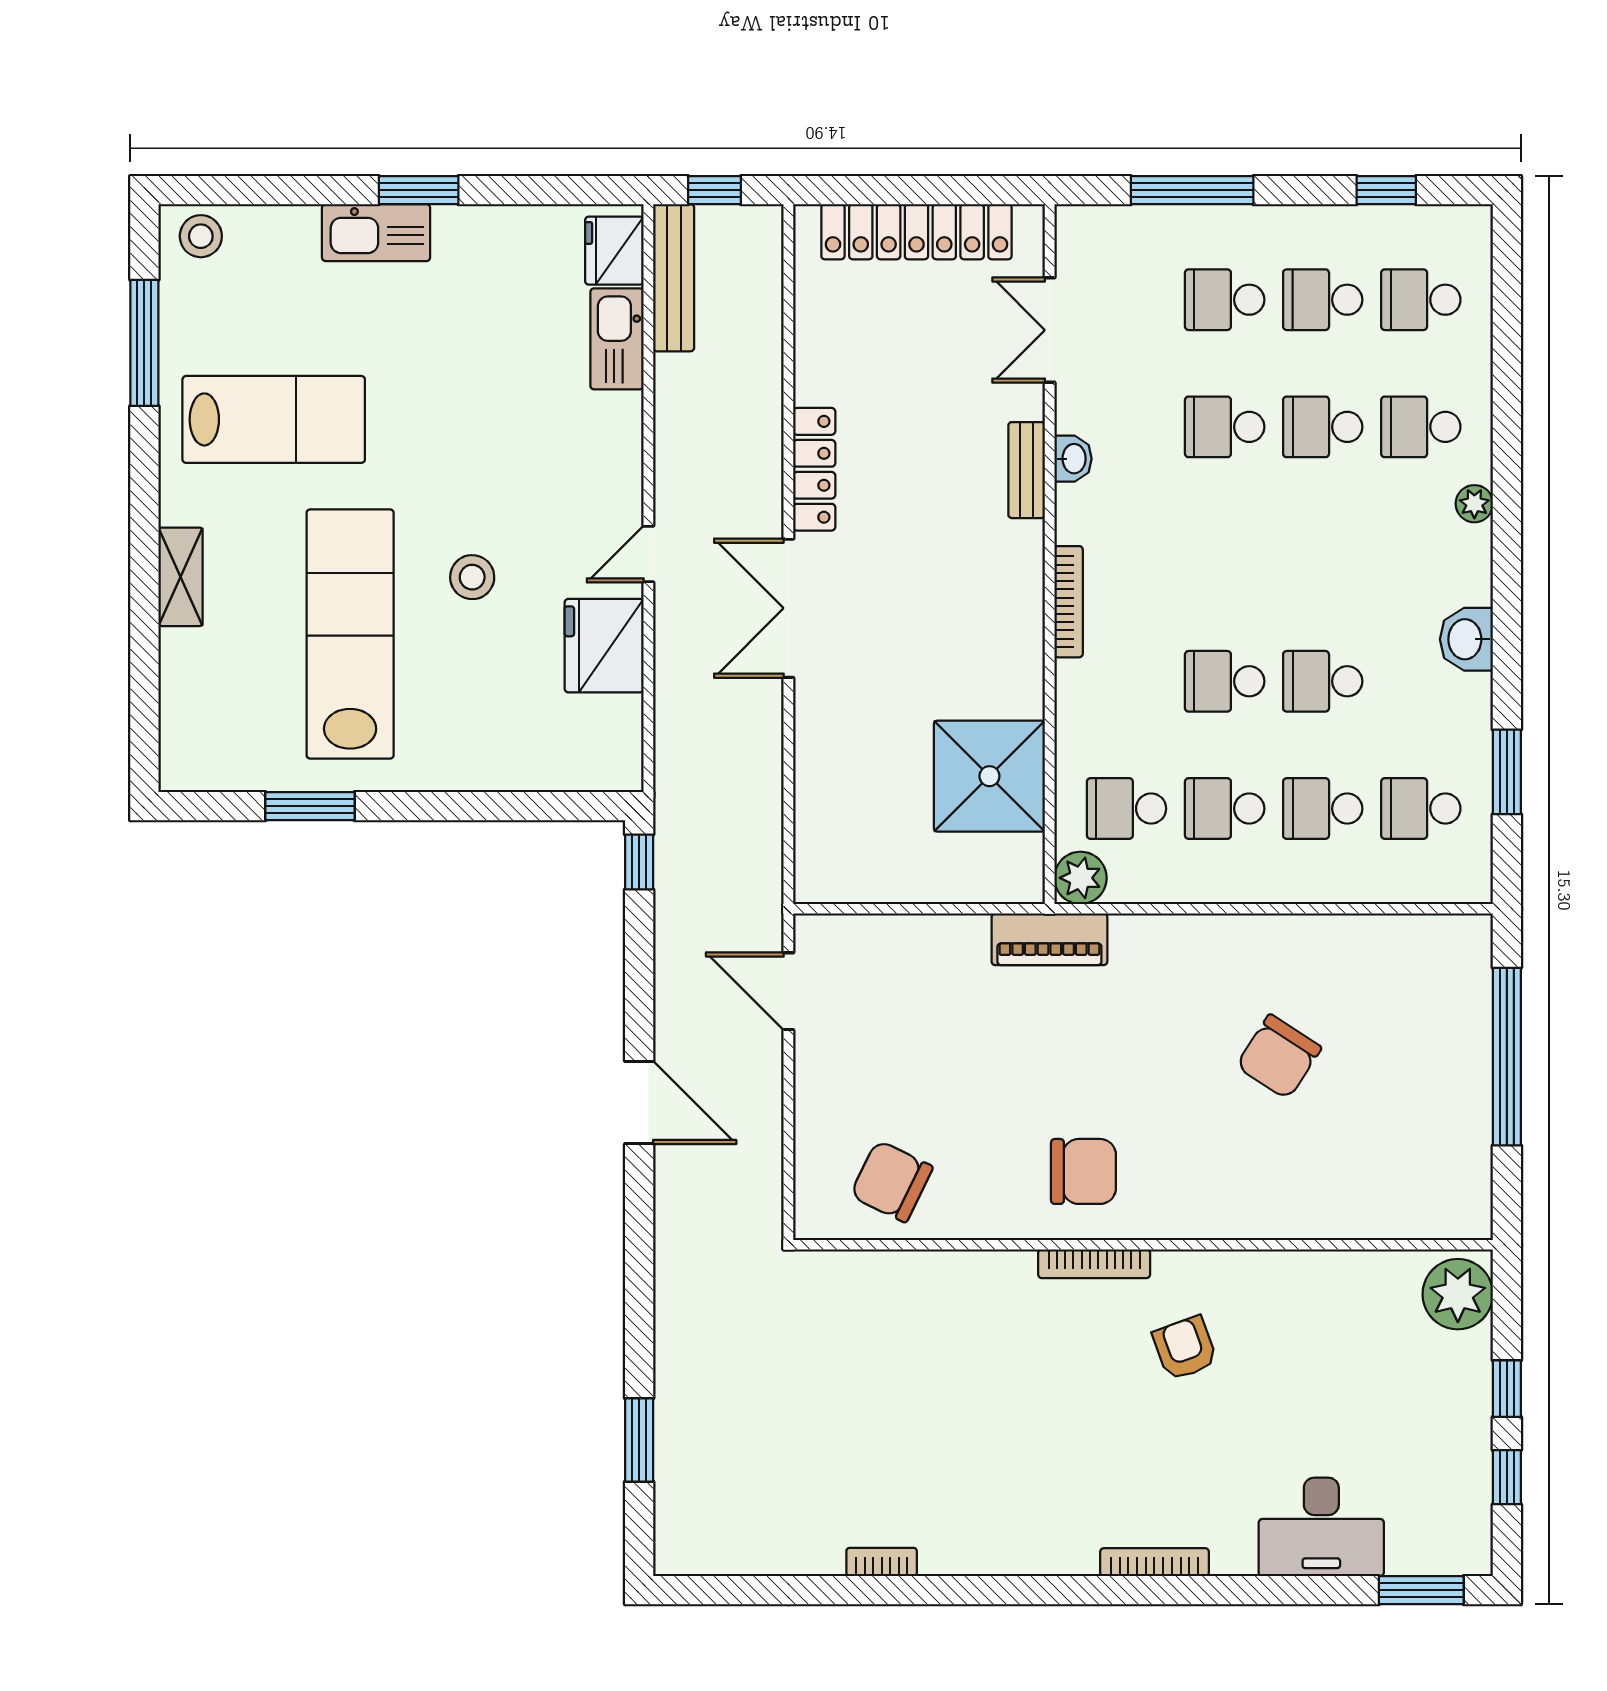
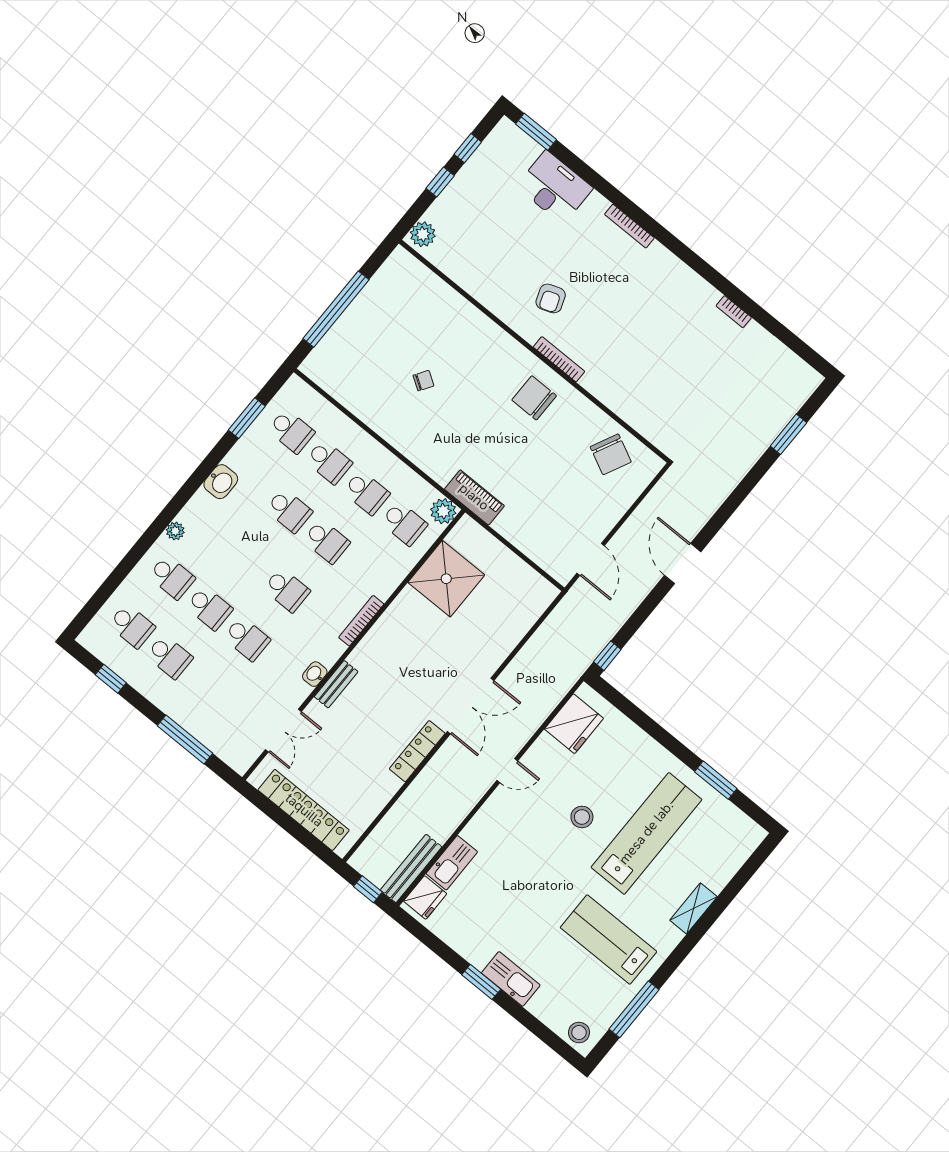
school desk: (1225, 300) -> (287, 590), moved
lab bench: (350, 634) -> (646, 833), turned 180
fridge: (604, 646) -> (574, 724), moved
chair: (1279, 1057) -> (423, 381), width x0.54, depth x0.54
plant: (1458, 1294) -> (423, 234), width x0.73, depth x0.73

